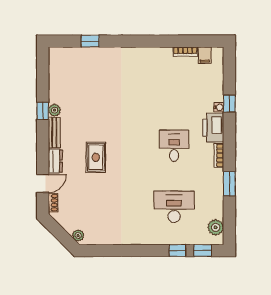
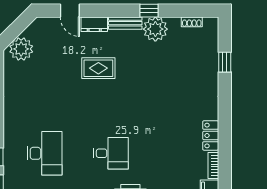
locker: (158, 54) -> (211, 135), added
plant: (55, 110) -> (155, 29), width x1.88, depth x1.88
shoe rack: (53, 203) -> (192, 22), moved
plant: (78, 235) -> (21, 49), width x1.87, depth x1.87

